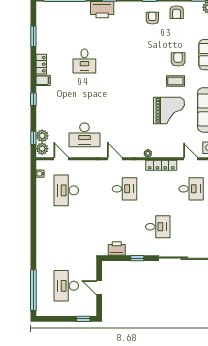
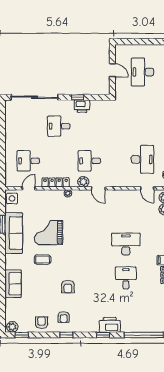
armchair: (178, 59) -> (68, 287), moved
desk: (84, 135) -> (126, 244), moved
door: (191, 159) -> (29, 188), swing flipped
plant: (131, 166) -> (83, 182), added
printer: (117, 249) -> (82, 106), moved
desk: (66, 286) -> (143, 72), turned 180
window: (83, 319) -> (127, 42), removed

